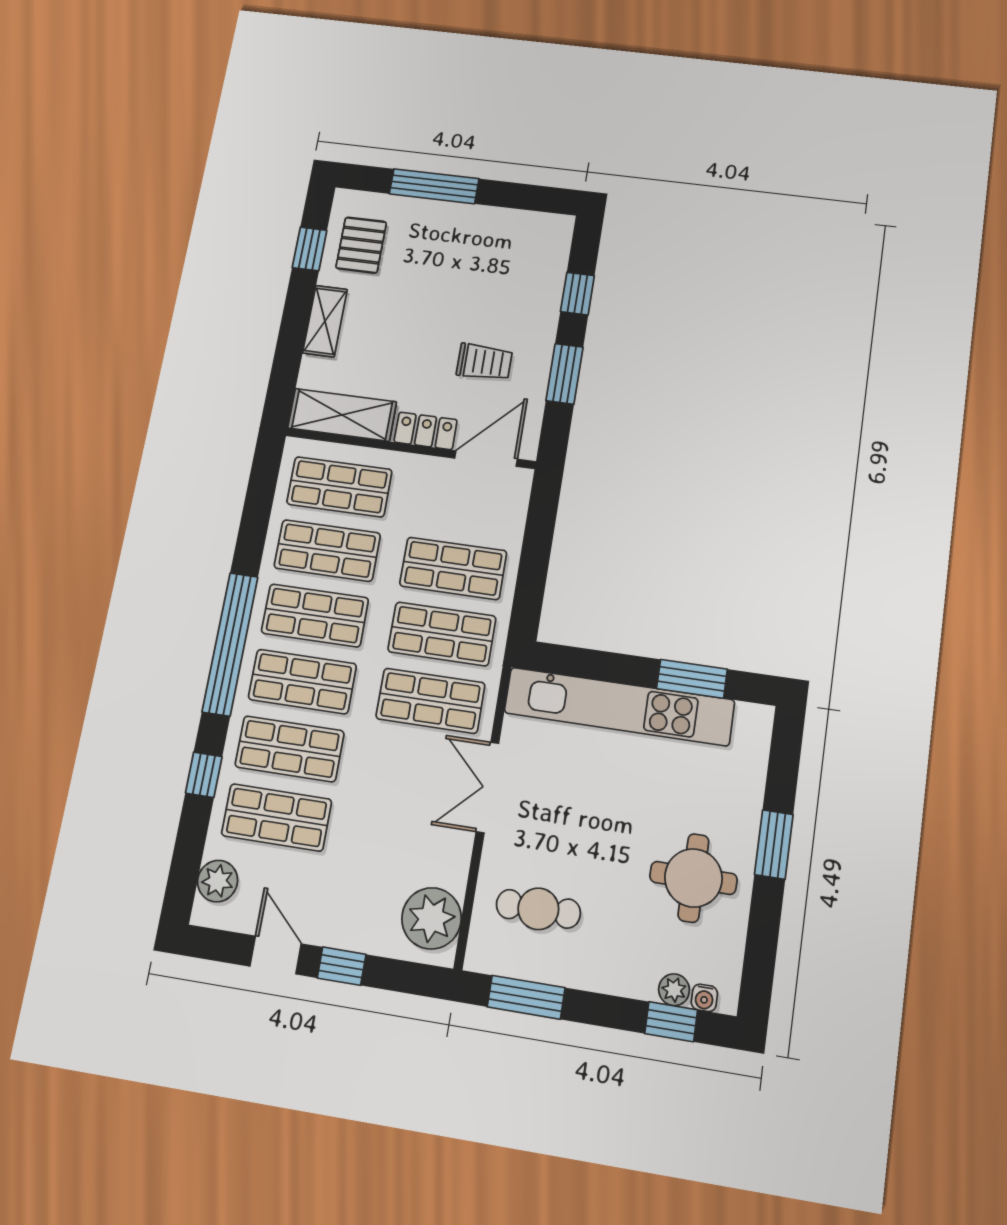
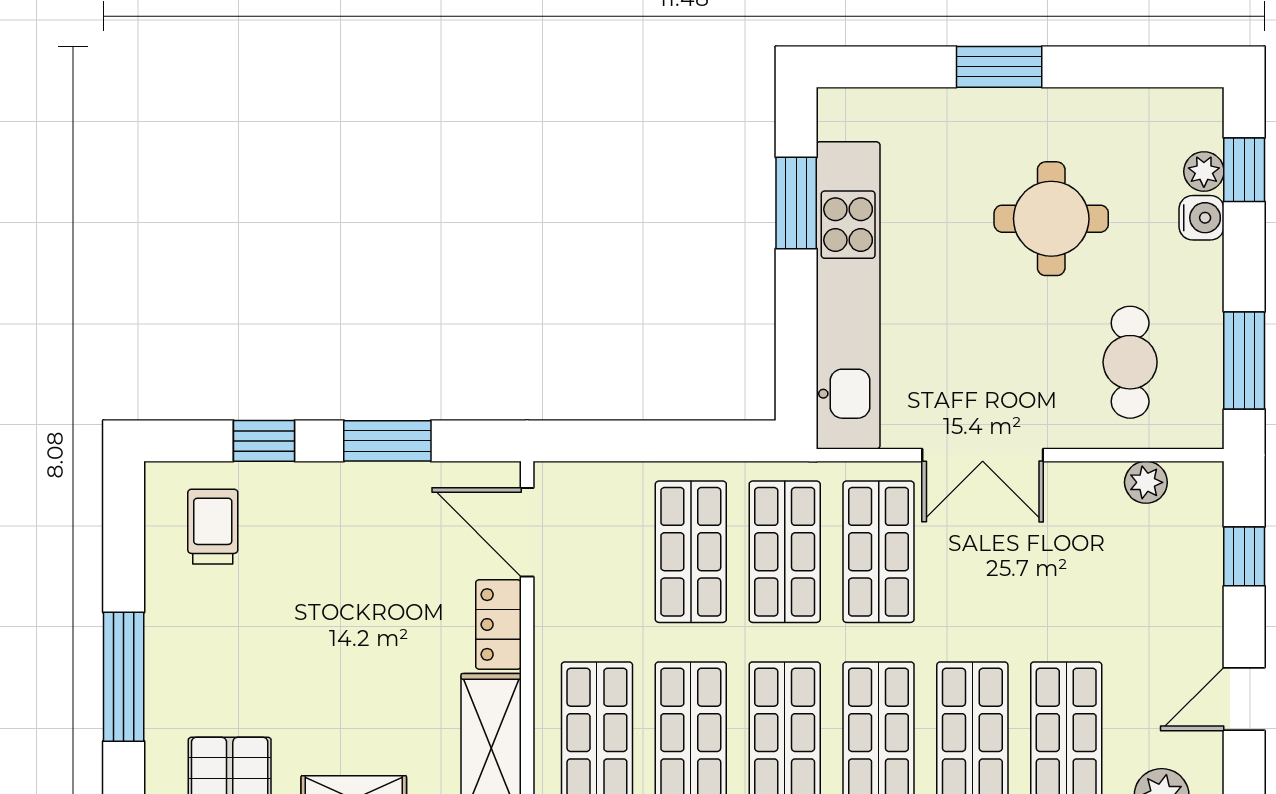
trolley: (484, 362) -> (213, 527), moved
round table: (693, 878) -> (1051, 219), moved
plant: (432, 918) -> (1146, 482), width x0.53, depth x0.53
window: (342, 966) -> (1244, 556), moved
water cooler: (704, 998) -> (1202, 218), moved, width x1.38, depth x1.38

